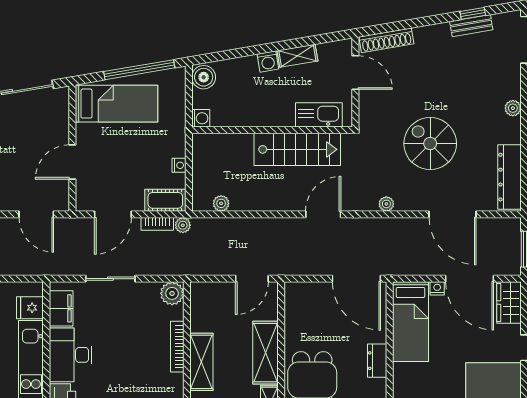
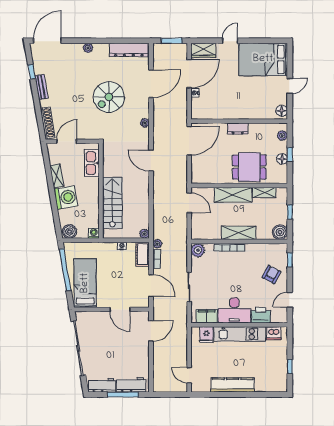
bench: (471, 26) -> (41, 87), moved
washing machine: (268, 62) -> (66, 197), width x1.89, depth x1.89
stairs: (297, 149) -> (112, 203), moved
plant: (221, 203) -> (144, 234), moved
bed: (410, 322) -> (215, 109), removed

